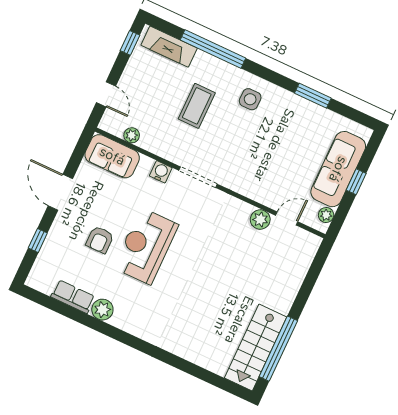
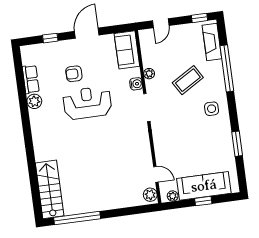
coffee table: (197, 106) -> (188, 80), turned -31
plant: (132, 135) -> (149, 74), moved
plant: (260, 219) -> (150, 195), moved
stairs: (256, 347) -> (50, 189), moved, turned 90

